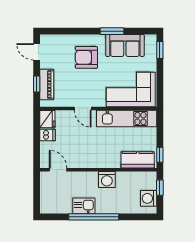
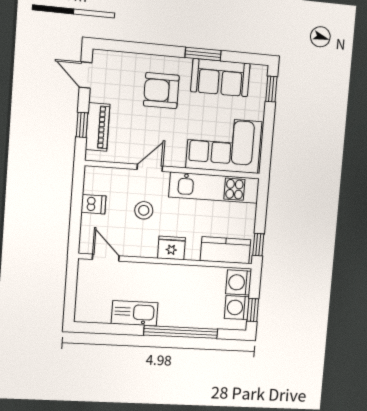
door: (83, 108) -> (150, 168), swing flipped
fridge: (47, 119) -> (171, 248), moved, turned -90
stool: (81, 137) -> (144, 210), added
washing machine: (107, 179) -> (239, 282), moved, turned 90
window: (160, 188) -> (253, 310), moved
kitchen sink: (84, 206) -> (135, 313), width x1.38
window: (94, 217) -> (181, 332), moved

